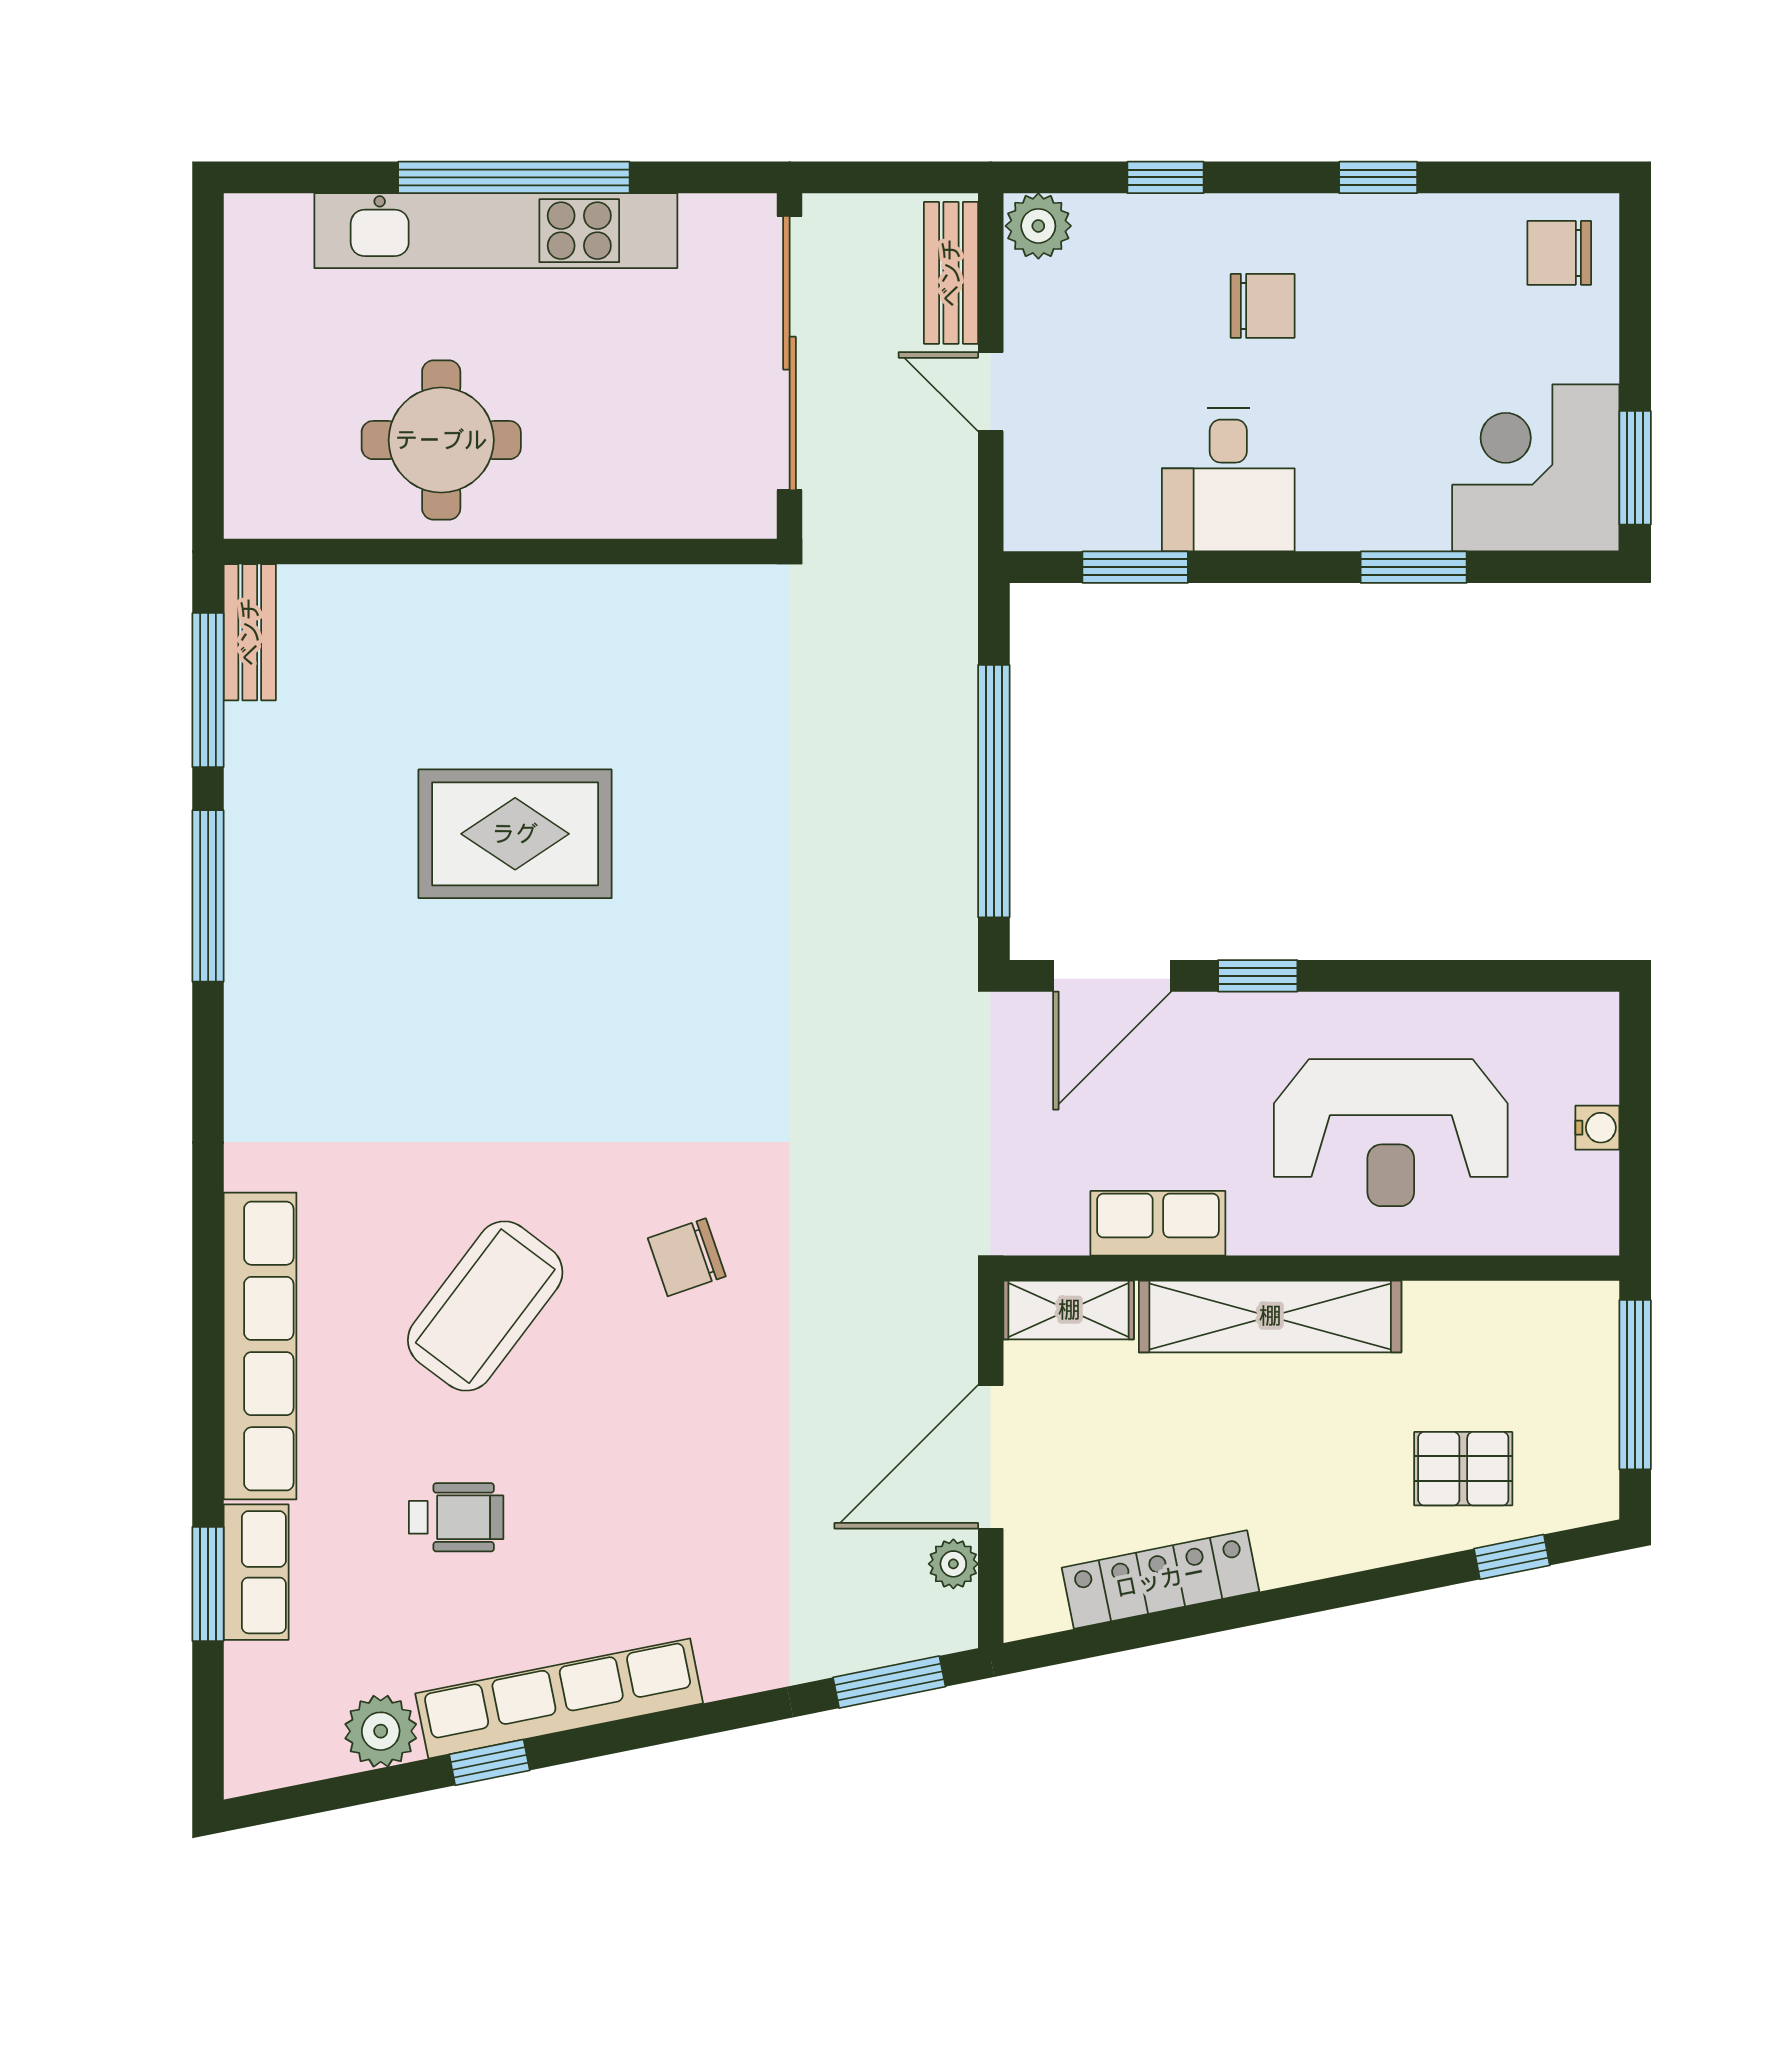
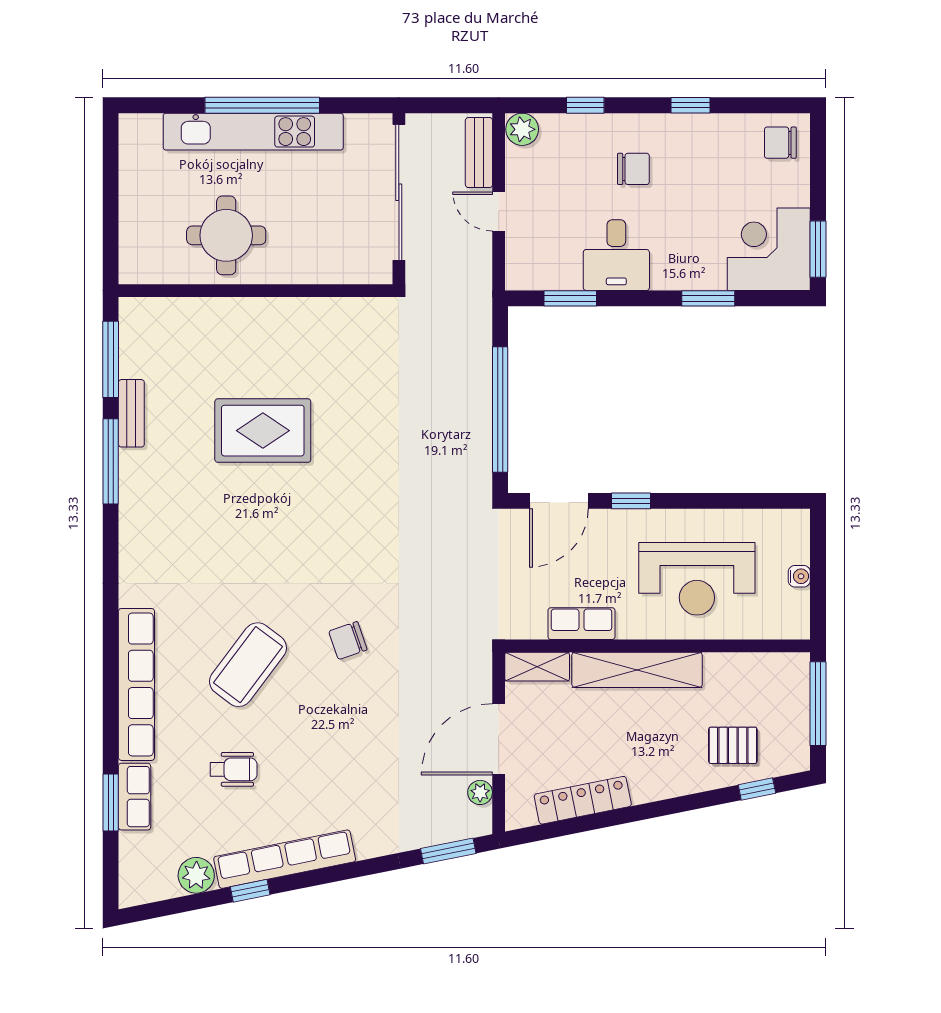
bench: (250, 632) -> (131, 413), moved

